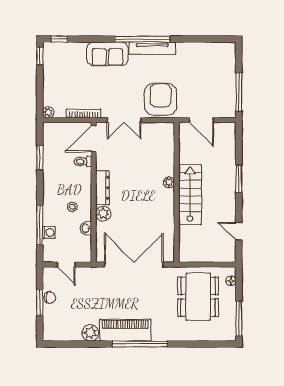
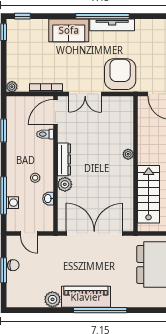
stairs: (190, 195) -> (149, 194), moved

